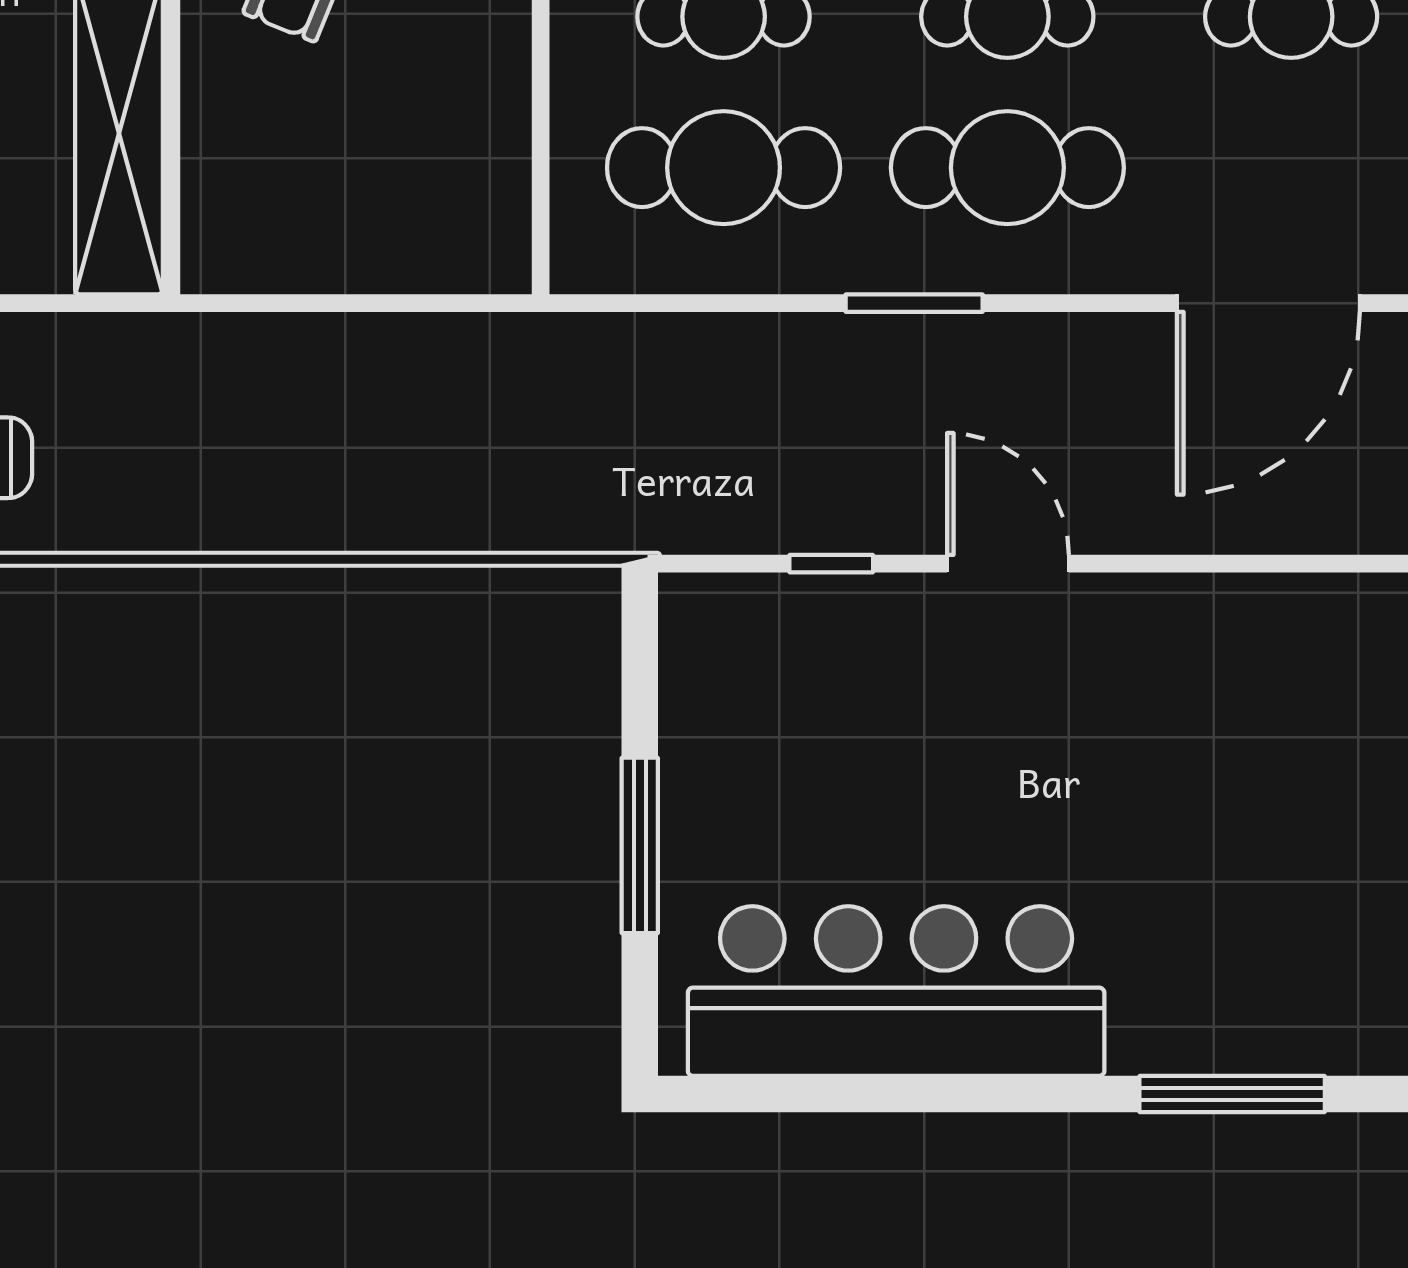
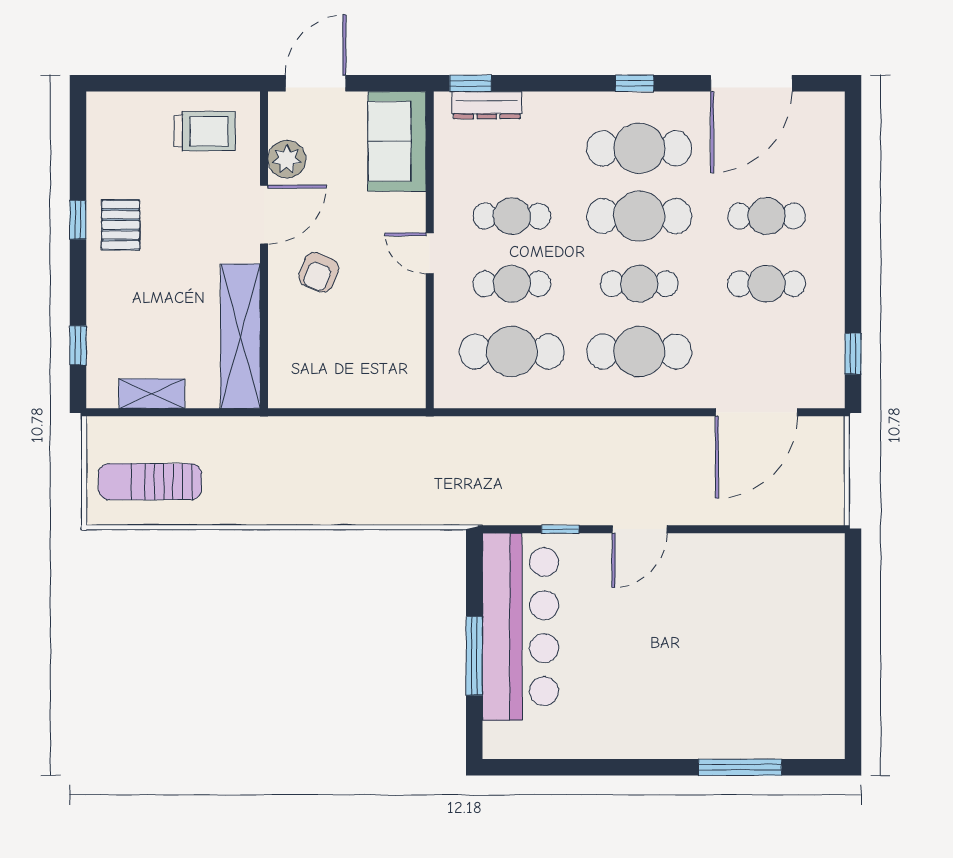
window: (914, 303) -> (597, 412), removed
door: (1008, 564) -> (639, 529), swing flipped
bar counter: (896, 991) -> (520, 627), moved, turned 90

